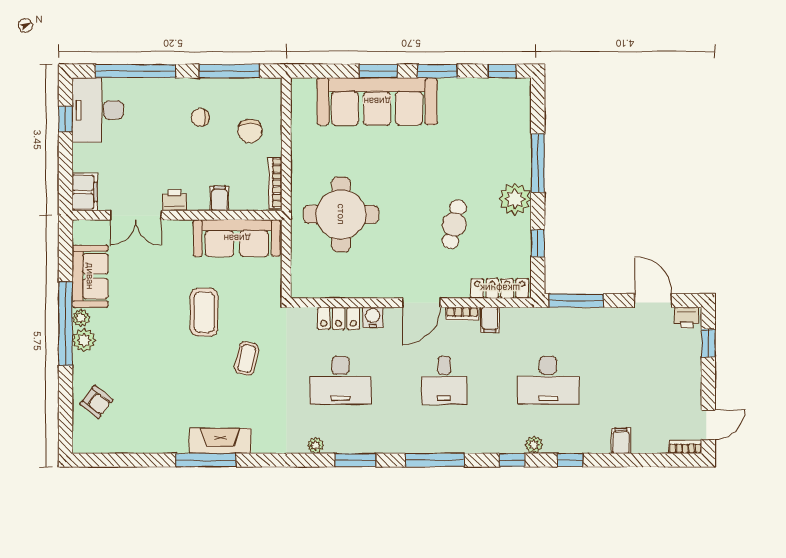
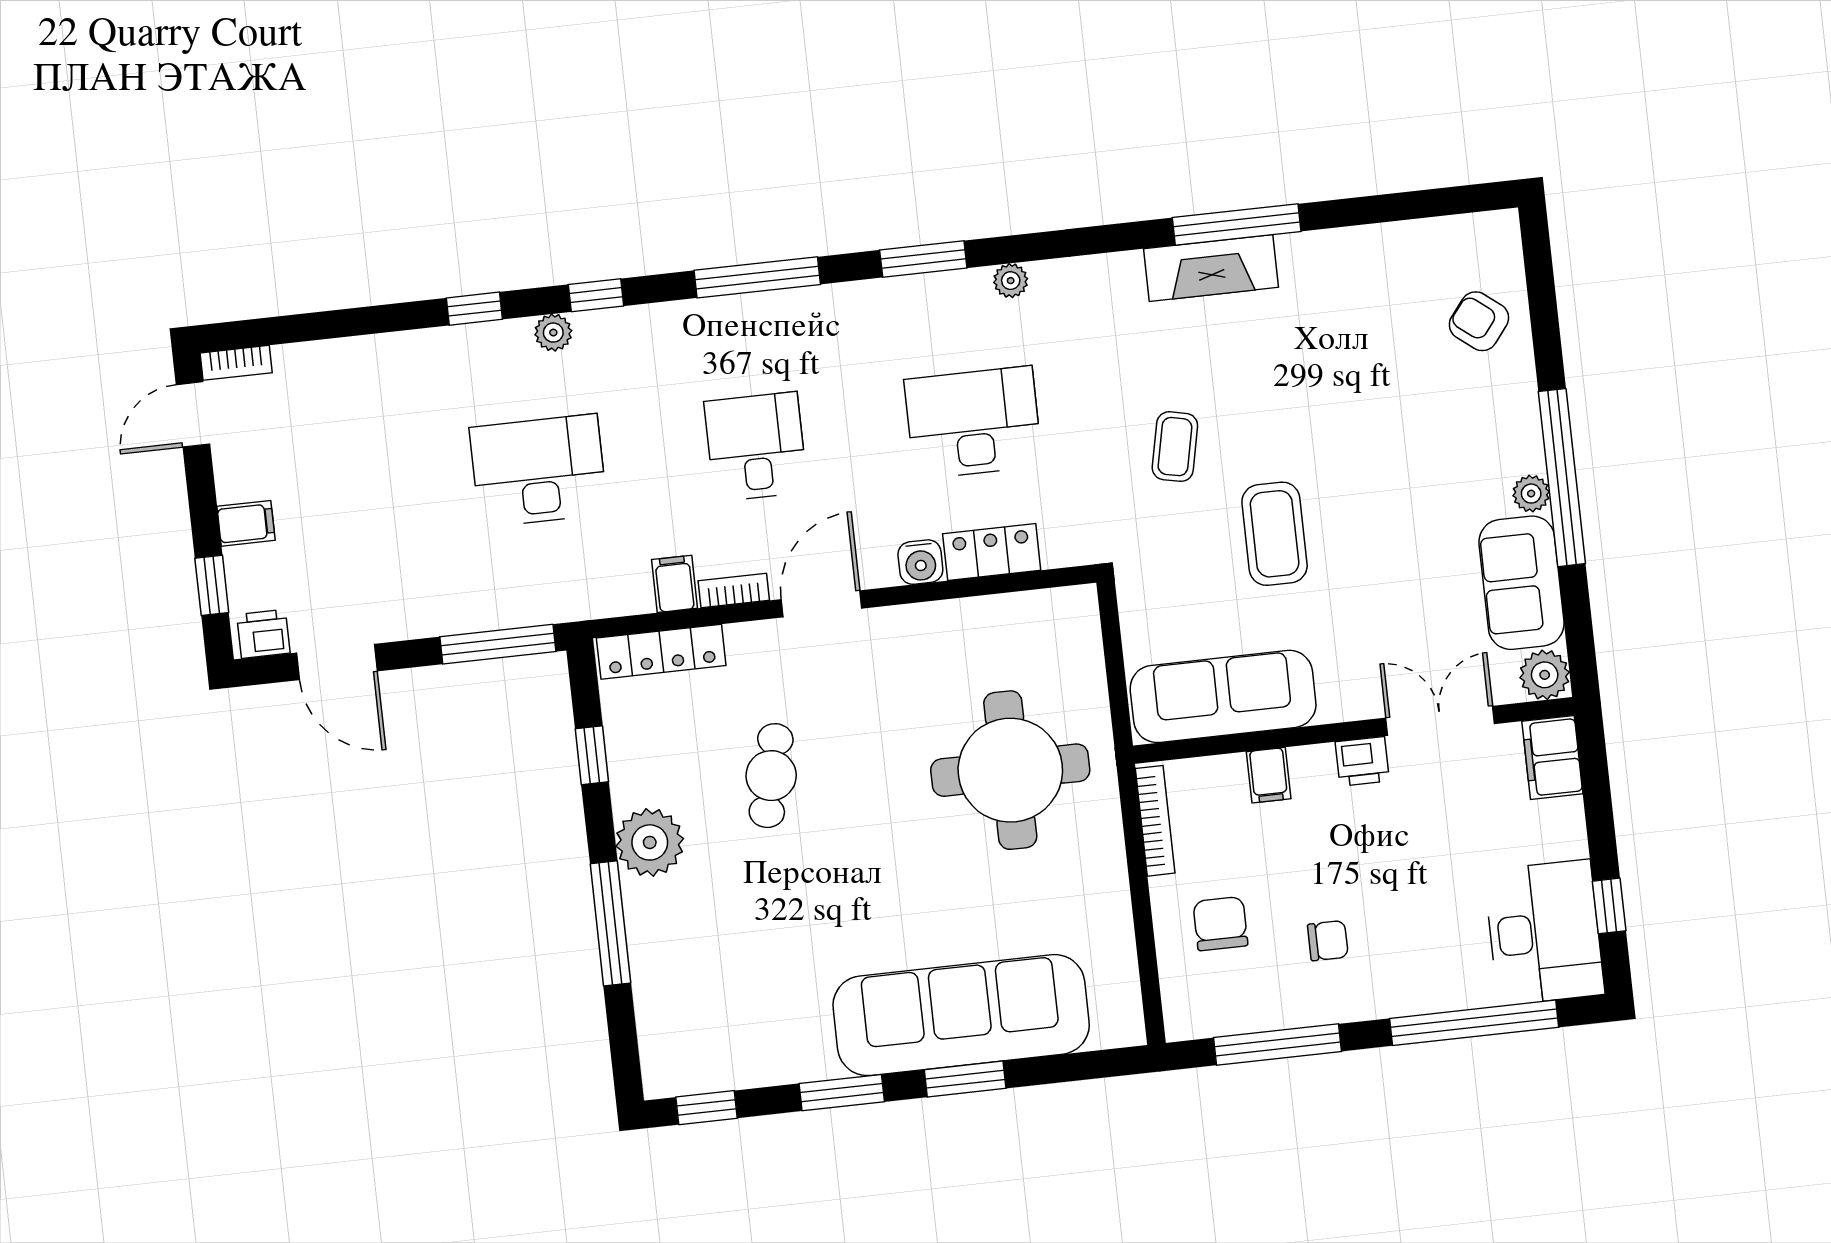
plant: (84, 340) -> (1545, 675), moved
filing cabinet: (621, 441) -> (246, 523), moved, turned -90

